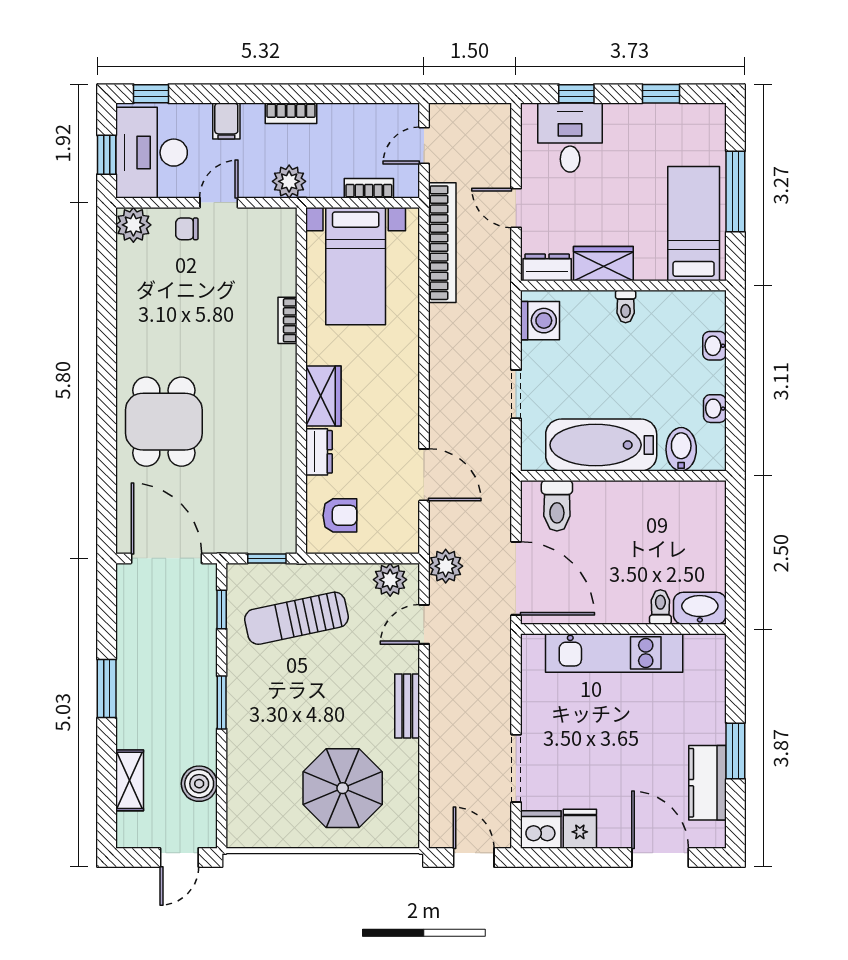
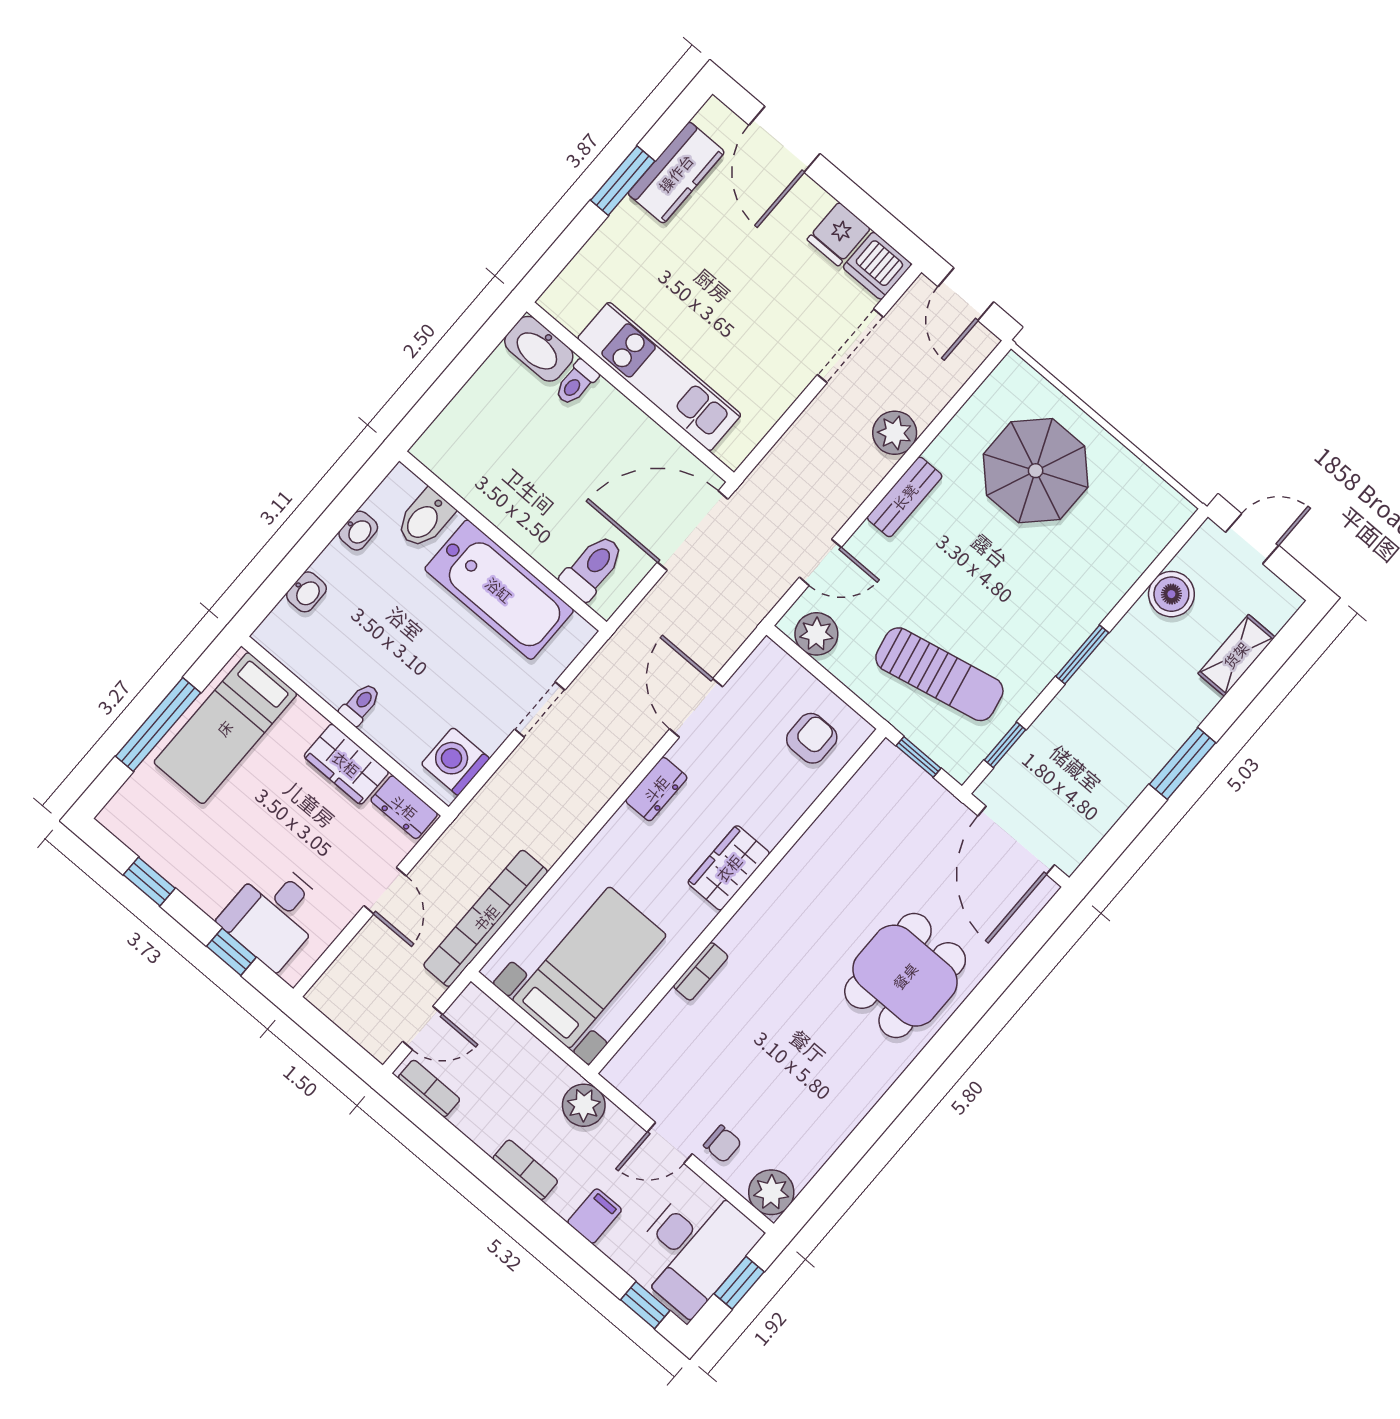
bookcase: (369, 188) -> (429, 1088), moved, turned 180
dresser: (319, 452) -> (656, 789), moved, turned 180
armchair: (340, 515) -> (812, 738), turned 90
plant: (446, 566) -> (895, 433), moved
door: (516, 578) -> (693, 531), hinge flipped

